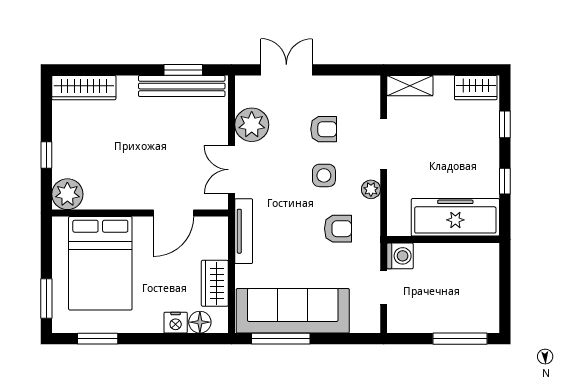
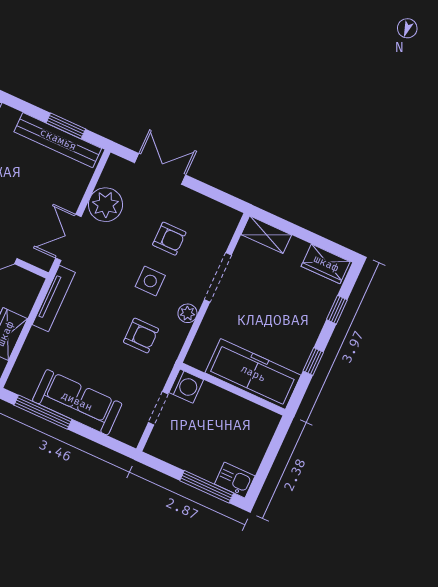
sofa: (293, 311) -> (77, 402), width x0.74, depth x0.79
kitchen sink: (483, 321) -> (235, 480), added

